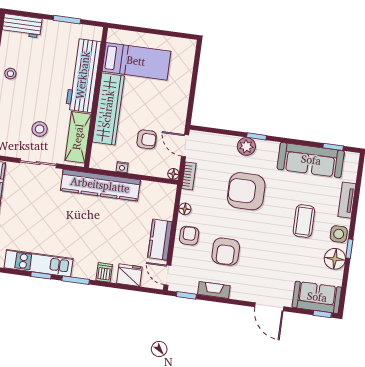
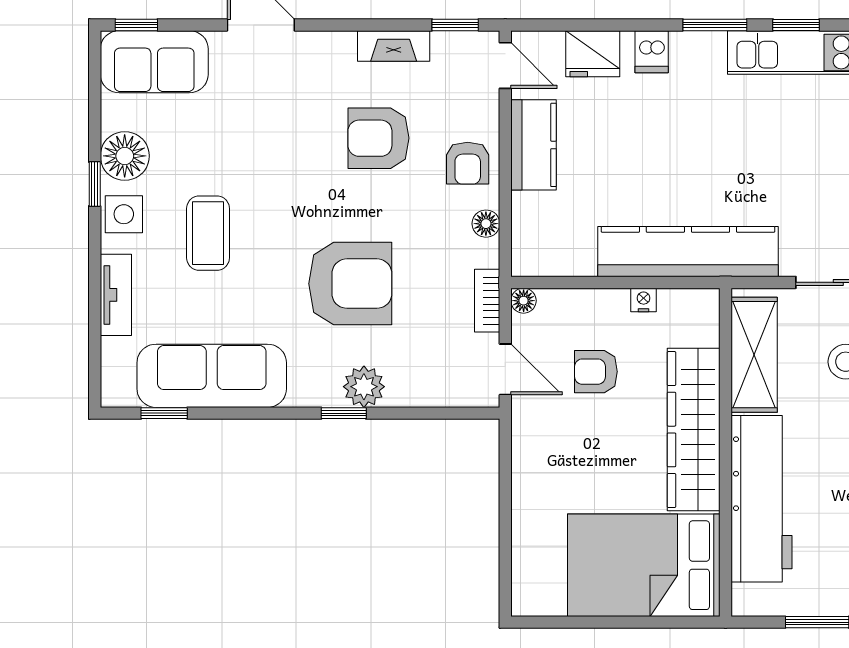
bed: (136, 61) -> (644, 565), width x1.50
armchair: (226, 252) -> (378, 138), turned -90

